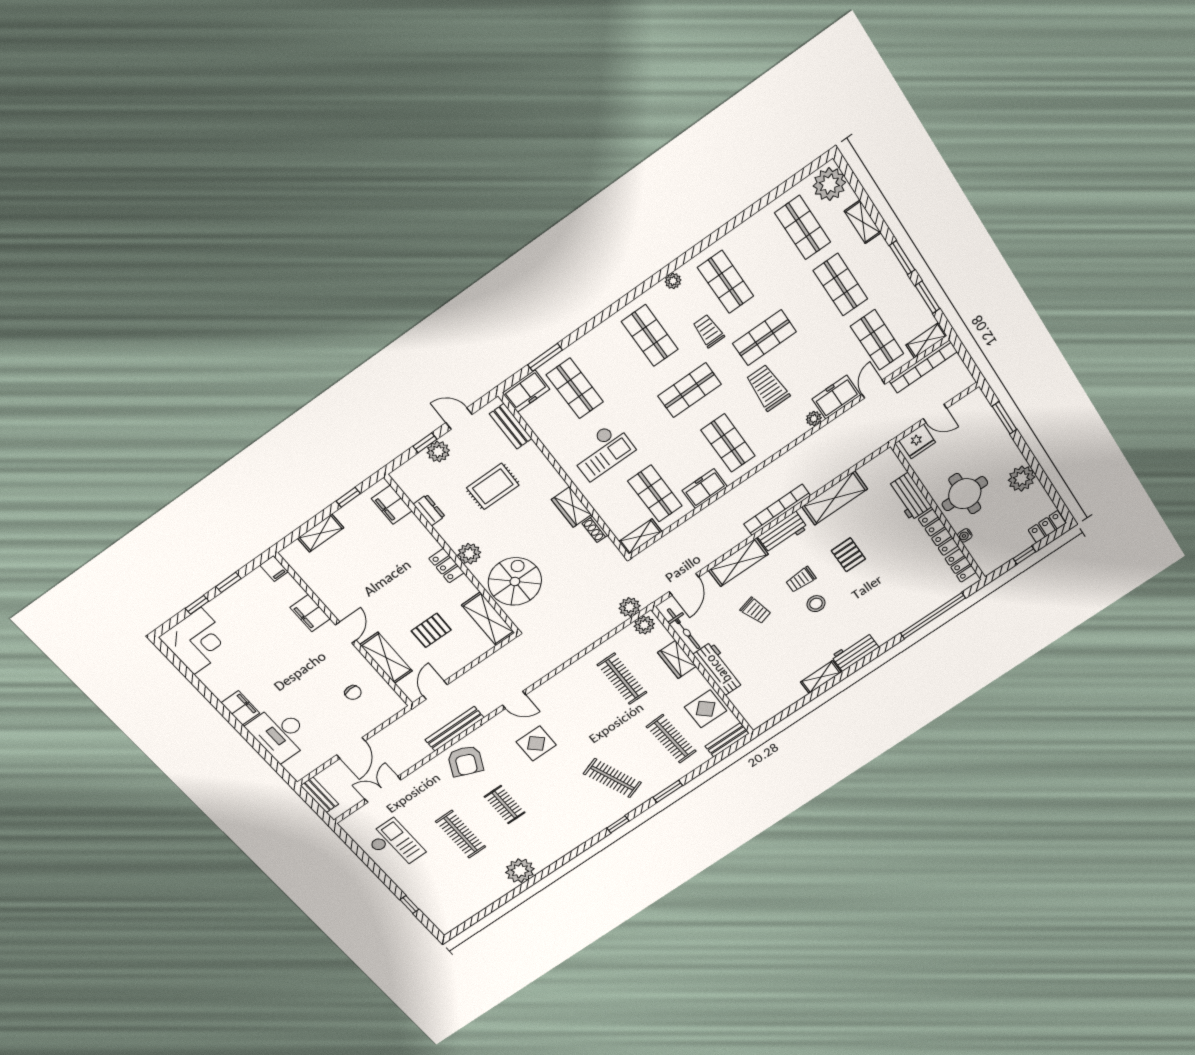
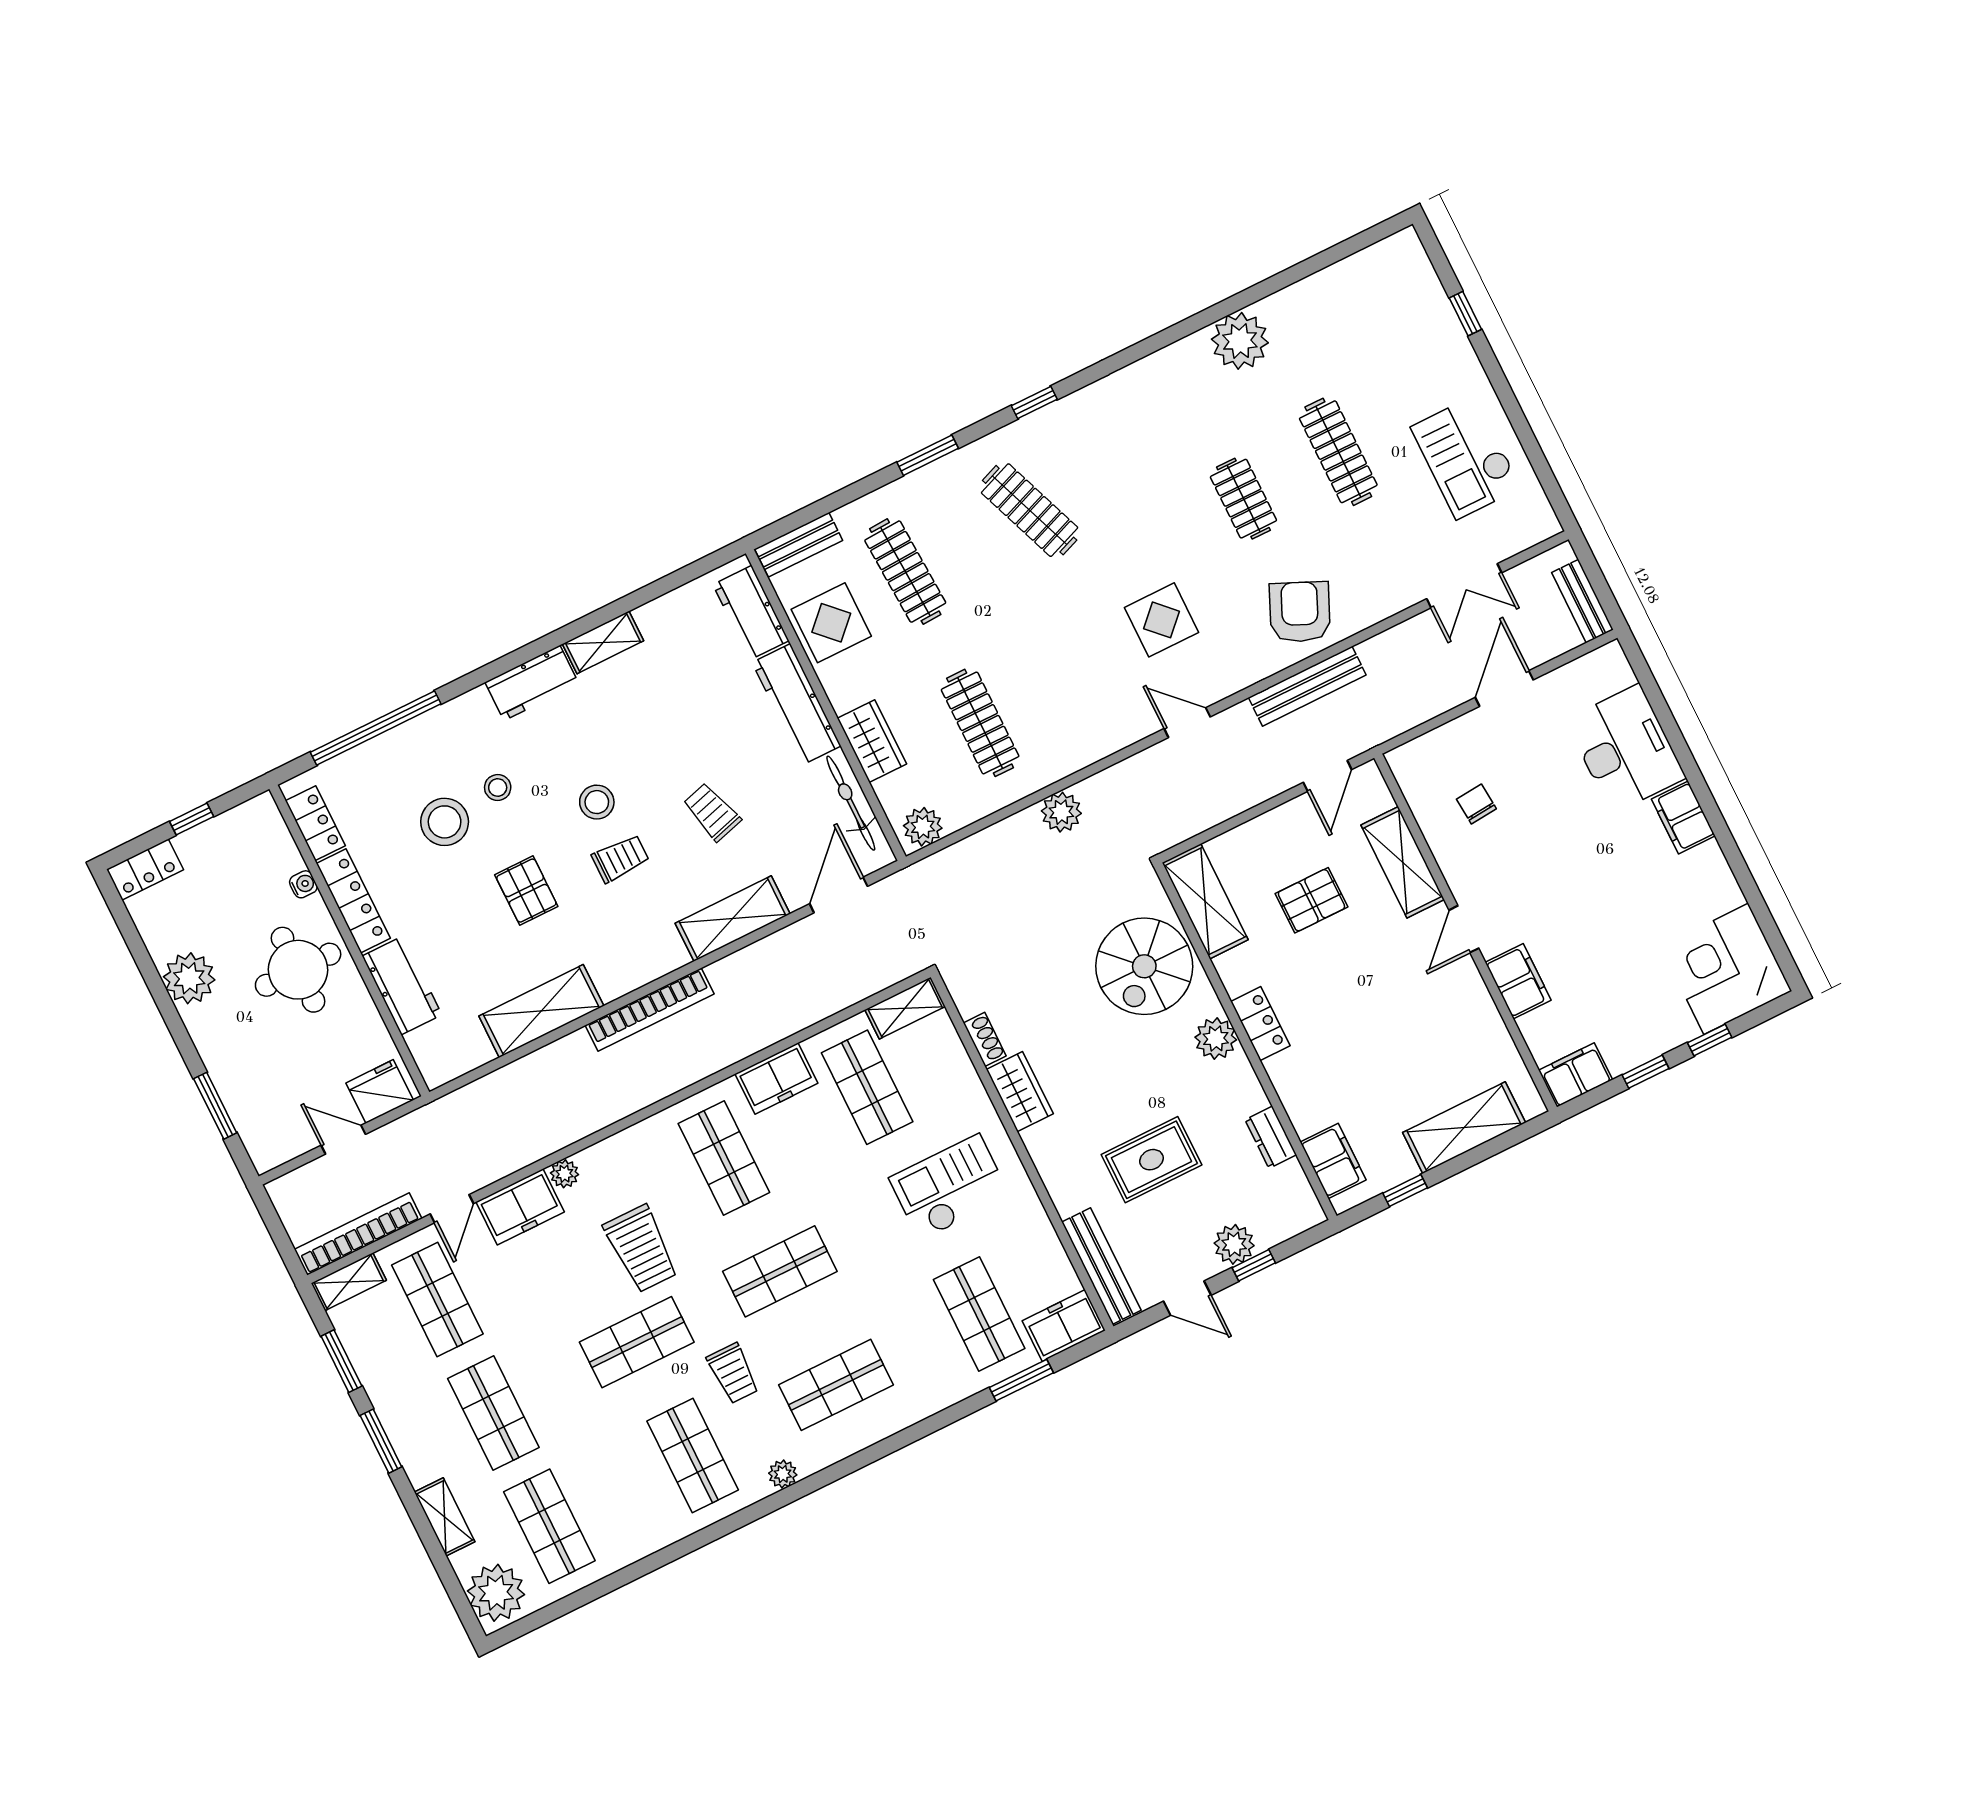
shop shelf: (650, 335) -> (836, 1385), turned 90
bench: (511, 426) -> (1101, 1266), width x1.36
workbench: (783, 532) -> (751, 613), moved, turned -90
shelving: (321, 533) -> (1464, 1128), width x1.50, depth x1.33
filing cabinet: (274, 568) -> (1576, 1075), width x2.00
stool: (894, 579) -> (445, 822), added
stool: (868, 600) -> (498, 787), added
plant: (630, 607) -> (1061, 812), moved

